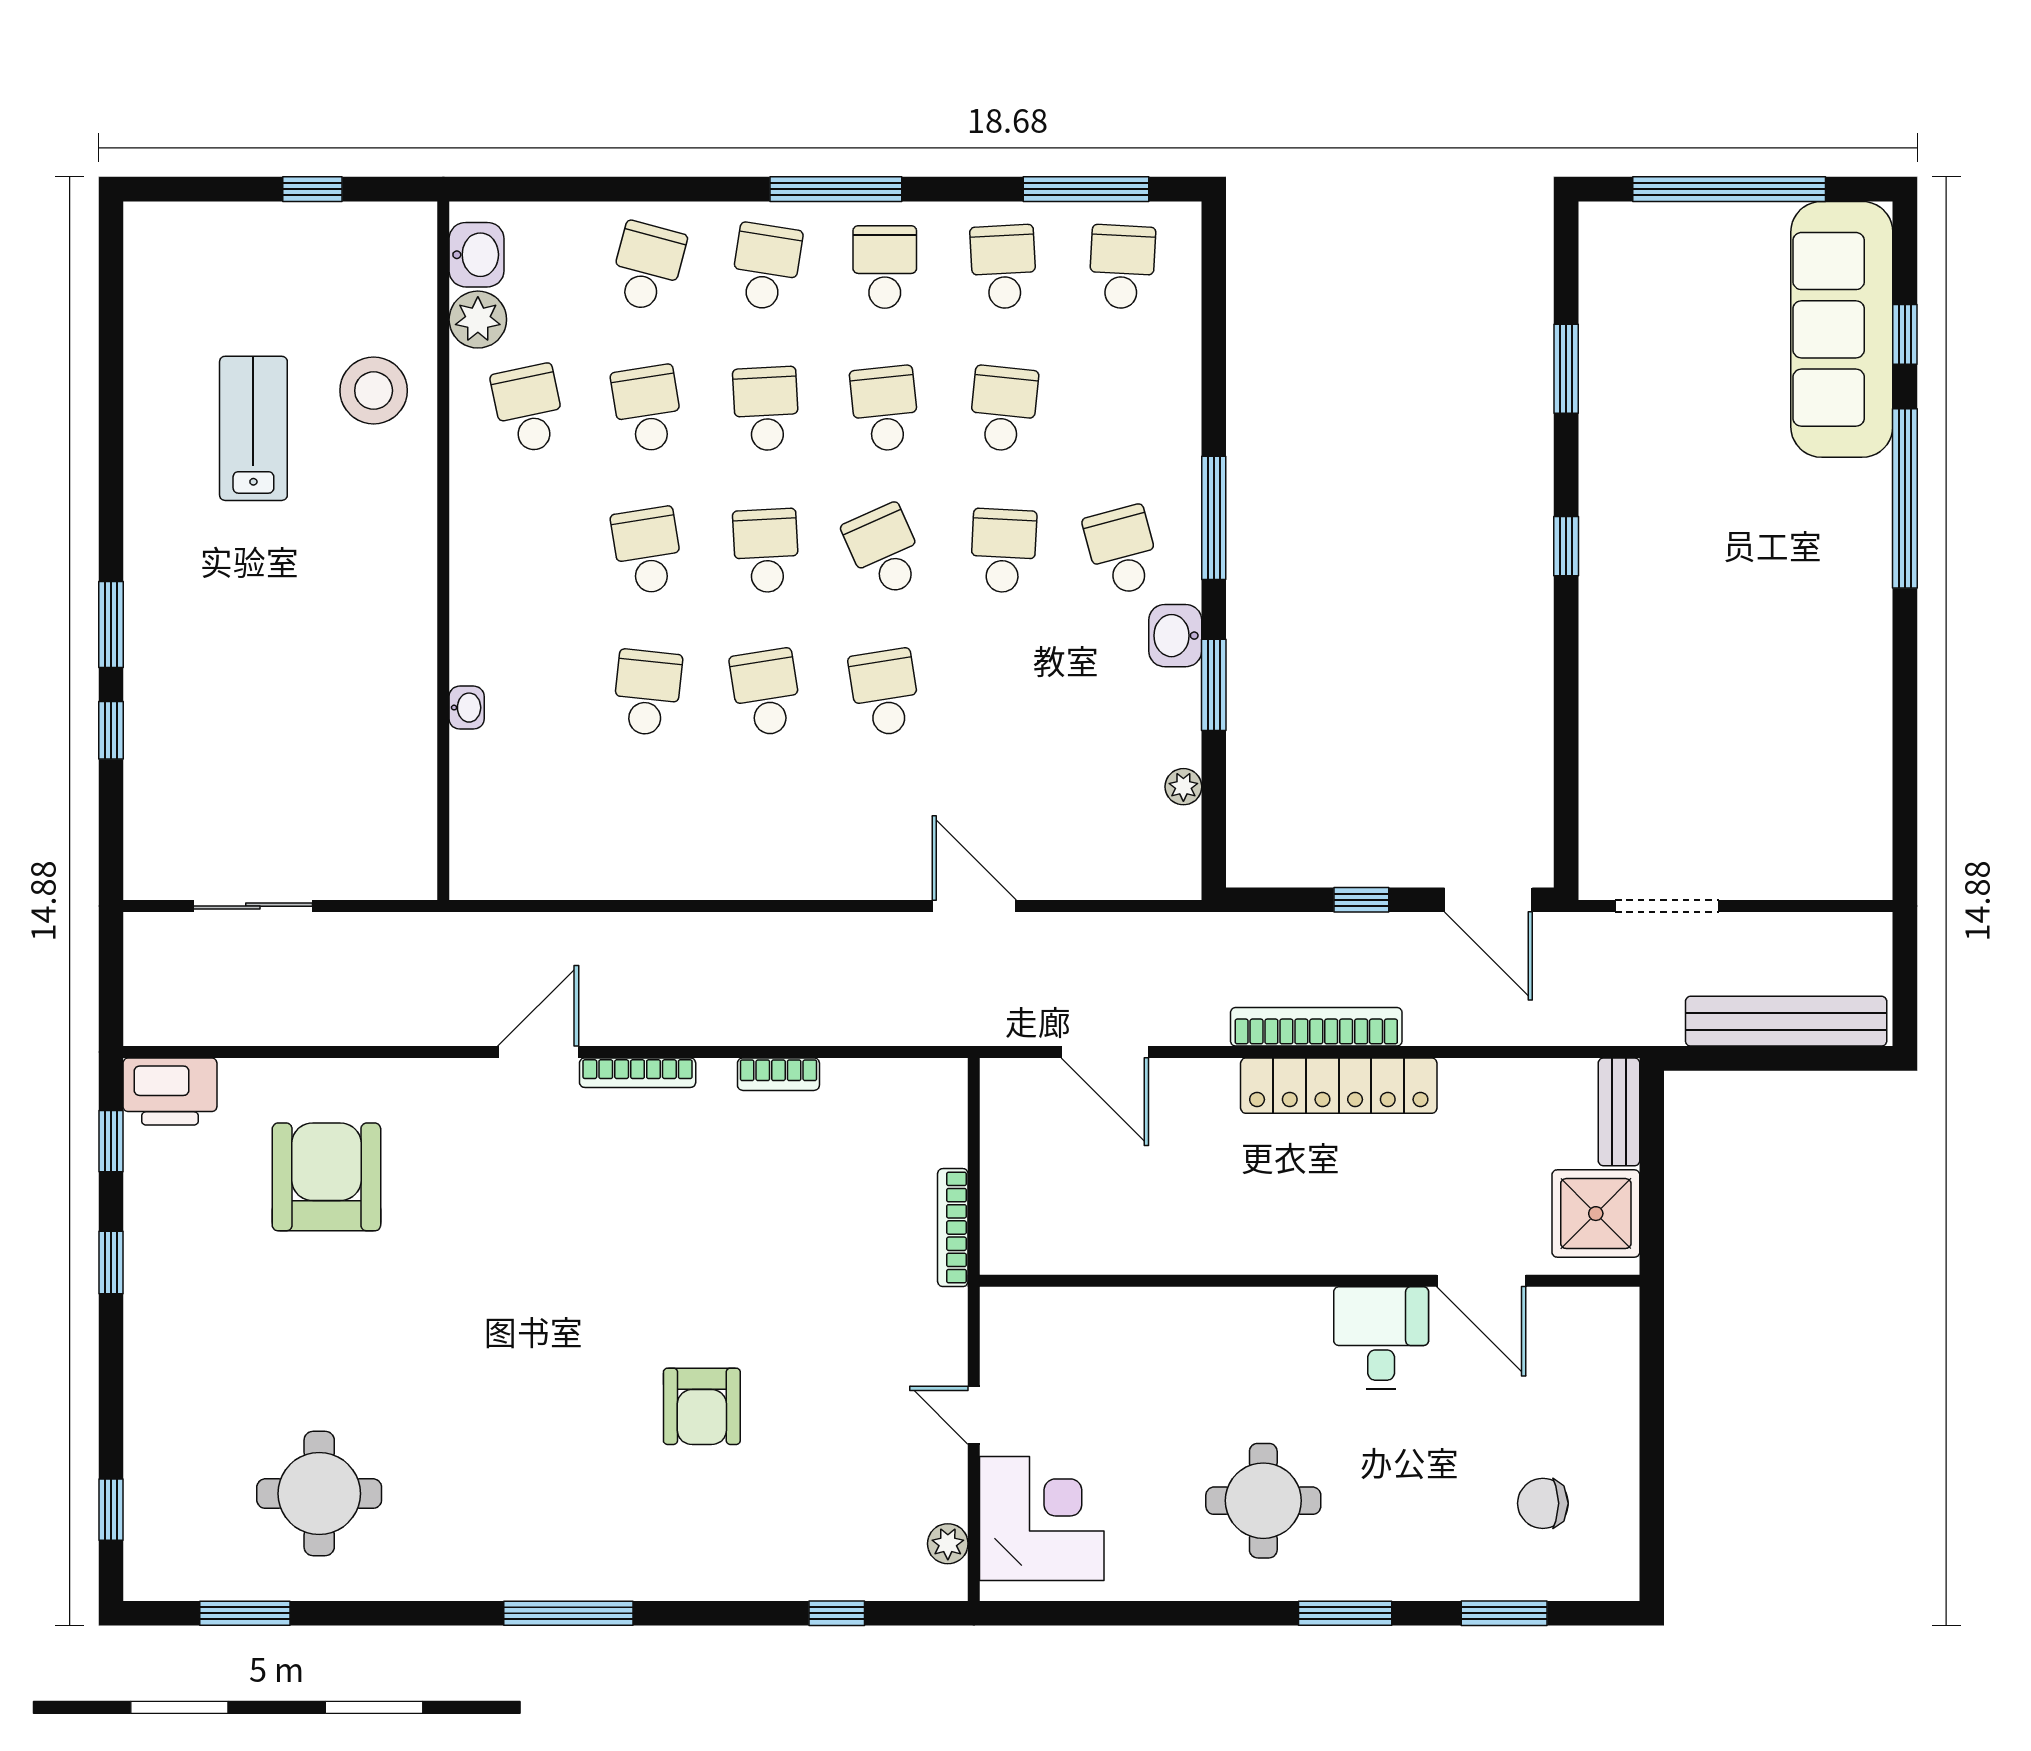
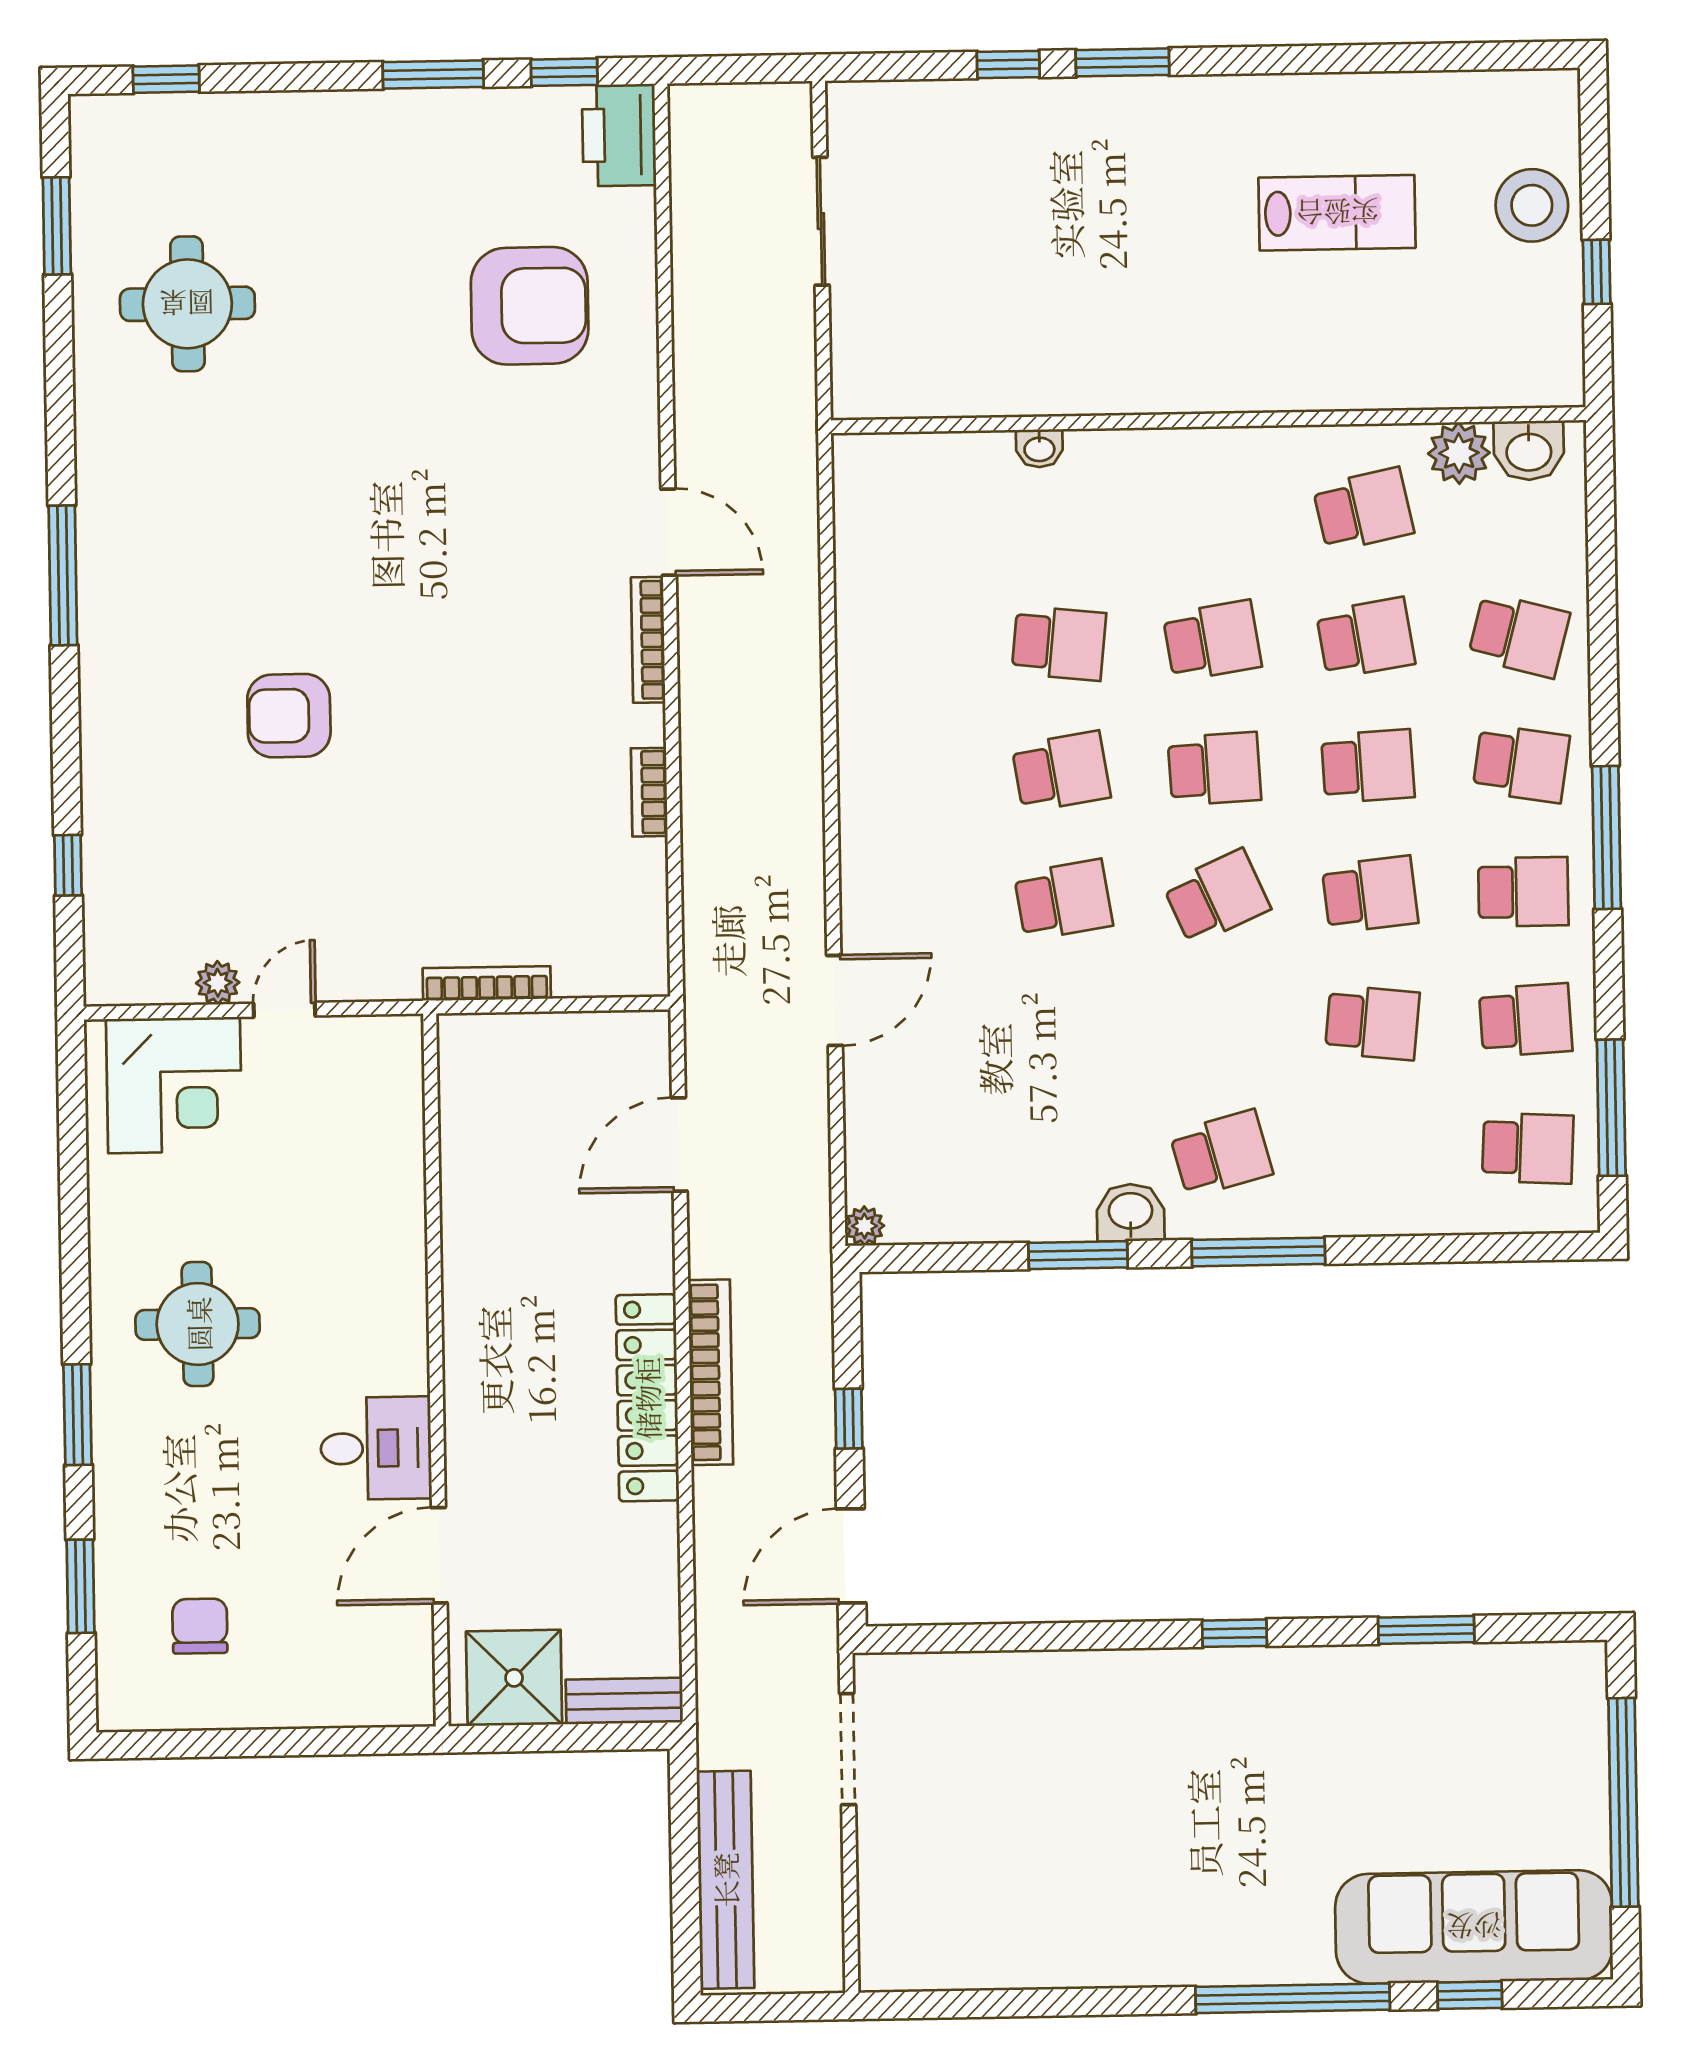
stool: (374, 391) -> (1532, 205), moved
school desk: (1003, 551) -> (1219, 1025), removed
plant: (1183, 787) -> (864, 1226), moved
window: (111, 1262) -> (433, 74), width x1.50
plant: (948, 1544) -> (218, 983), moved

